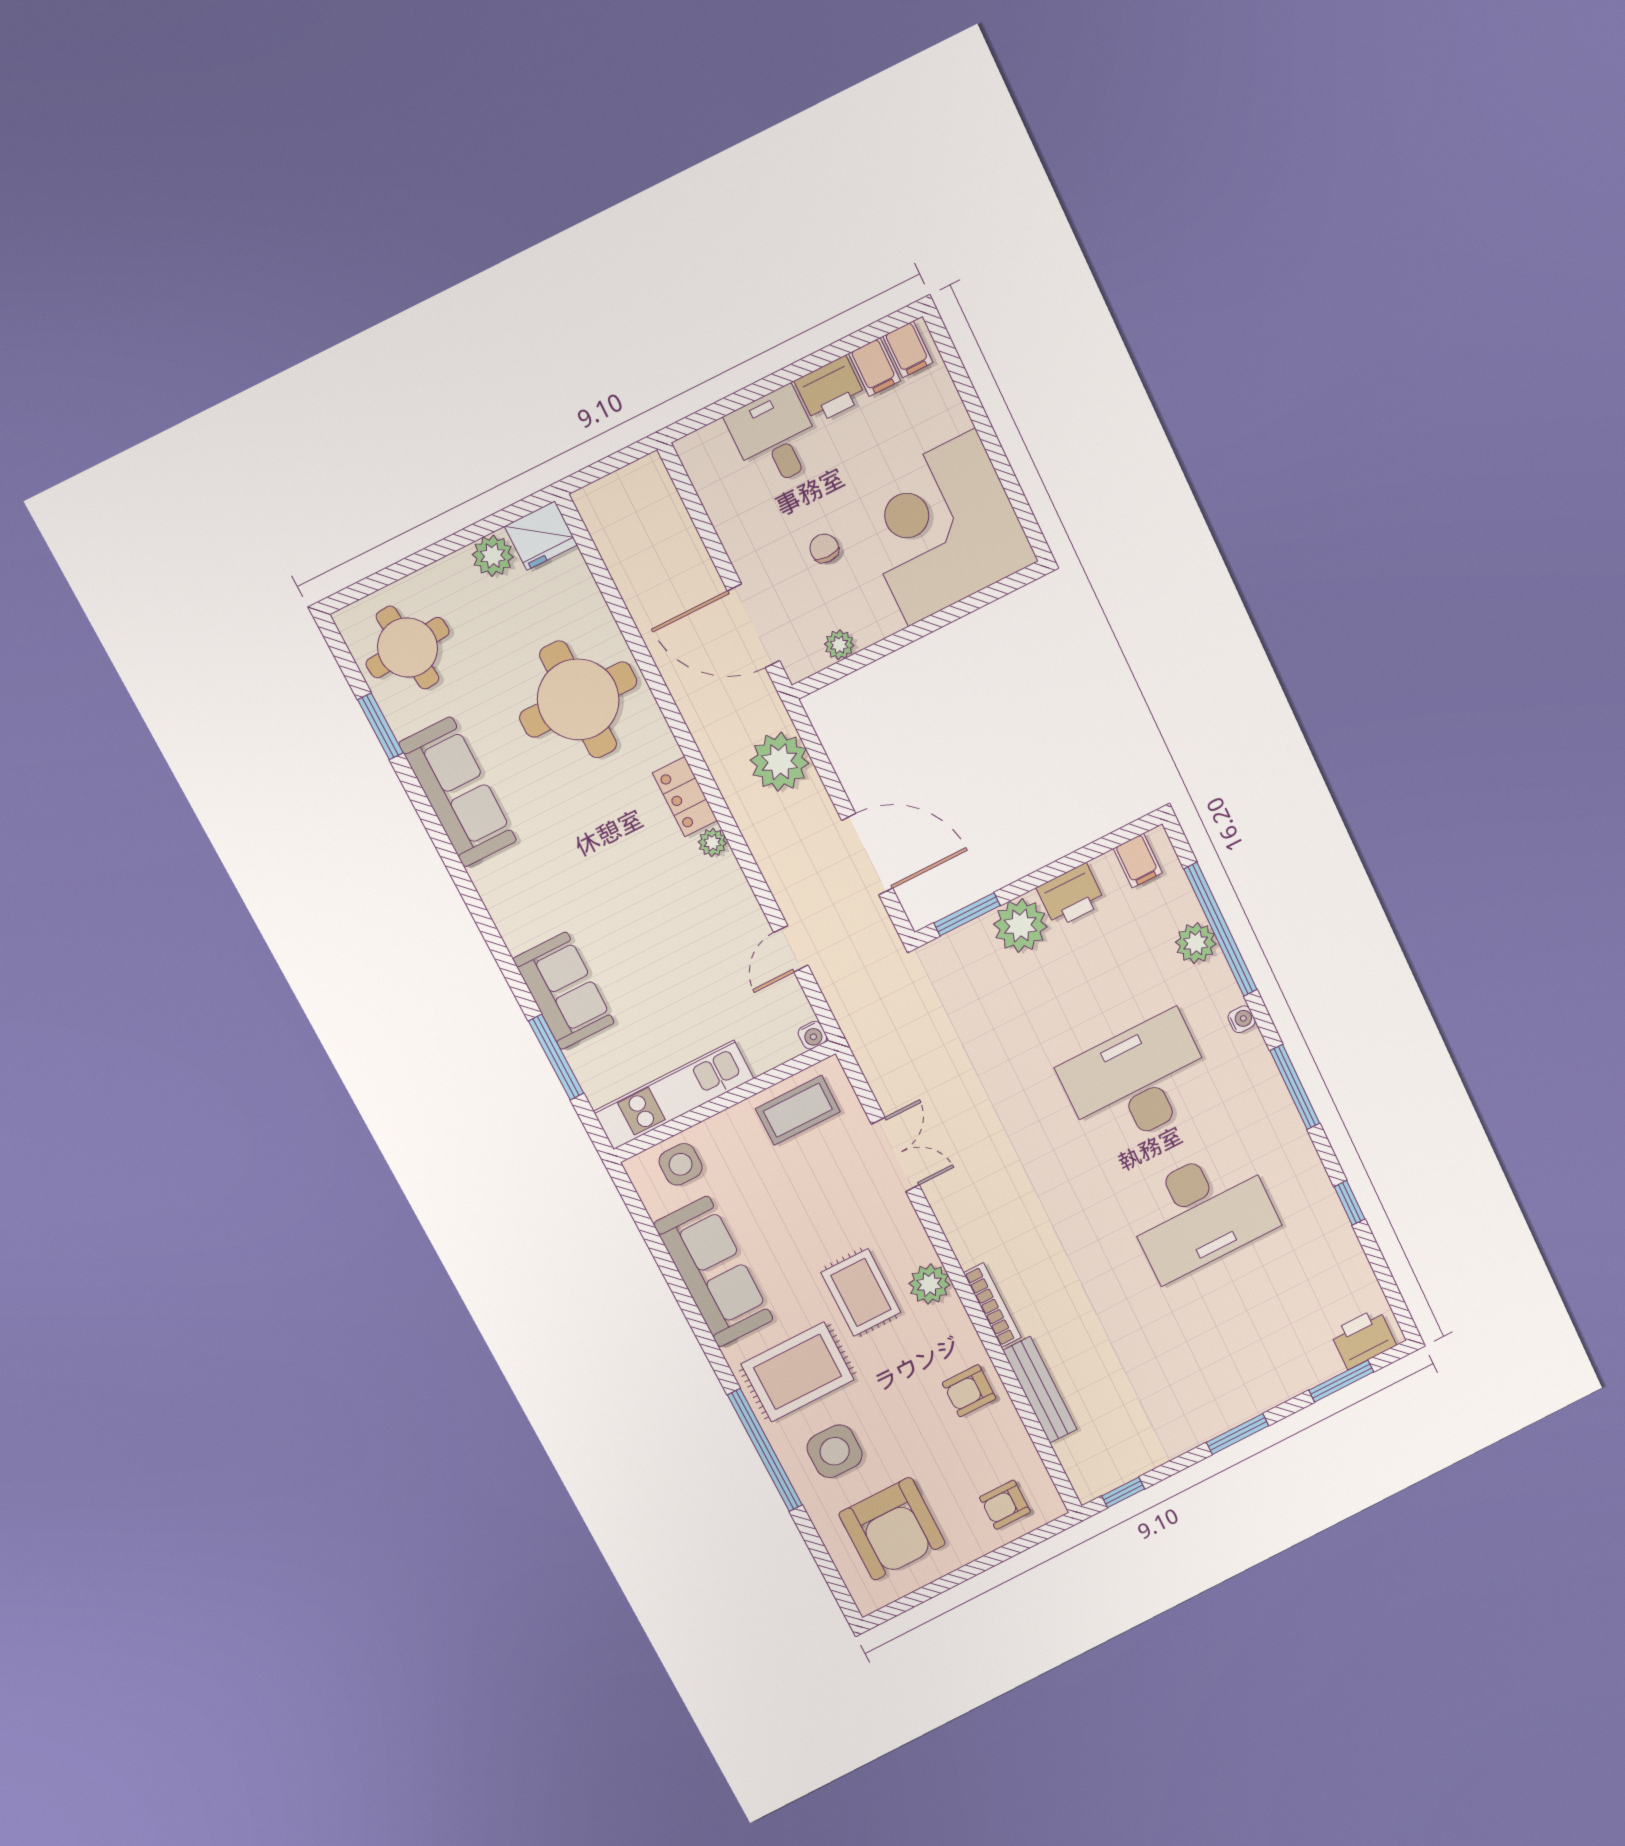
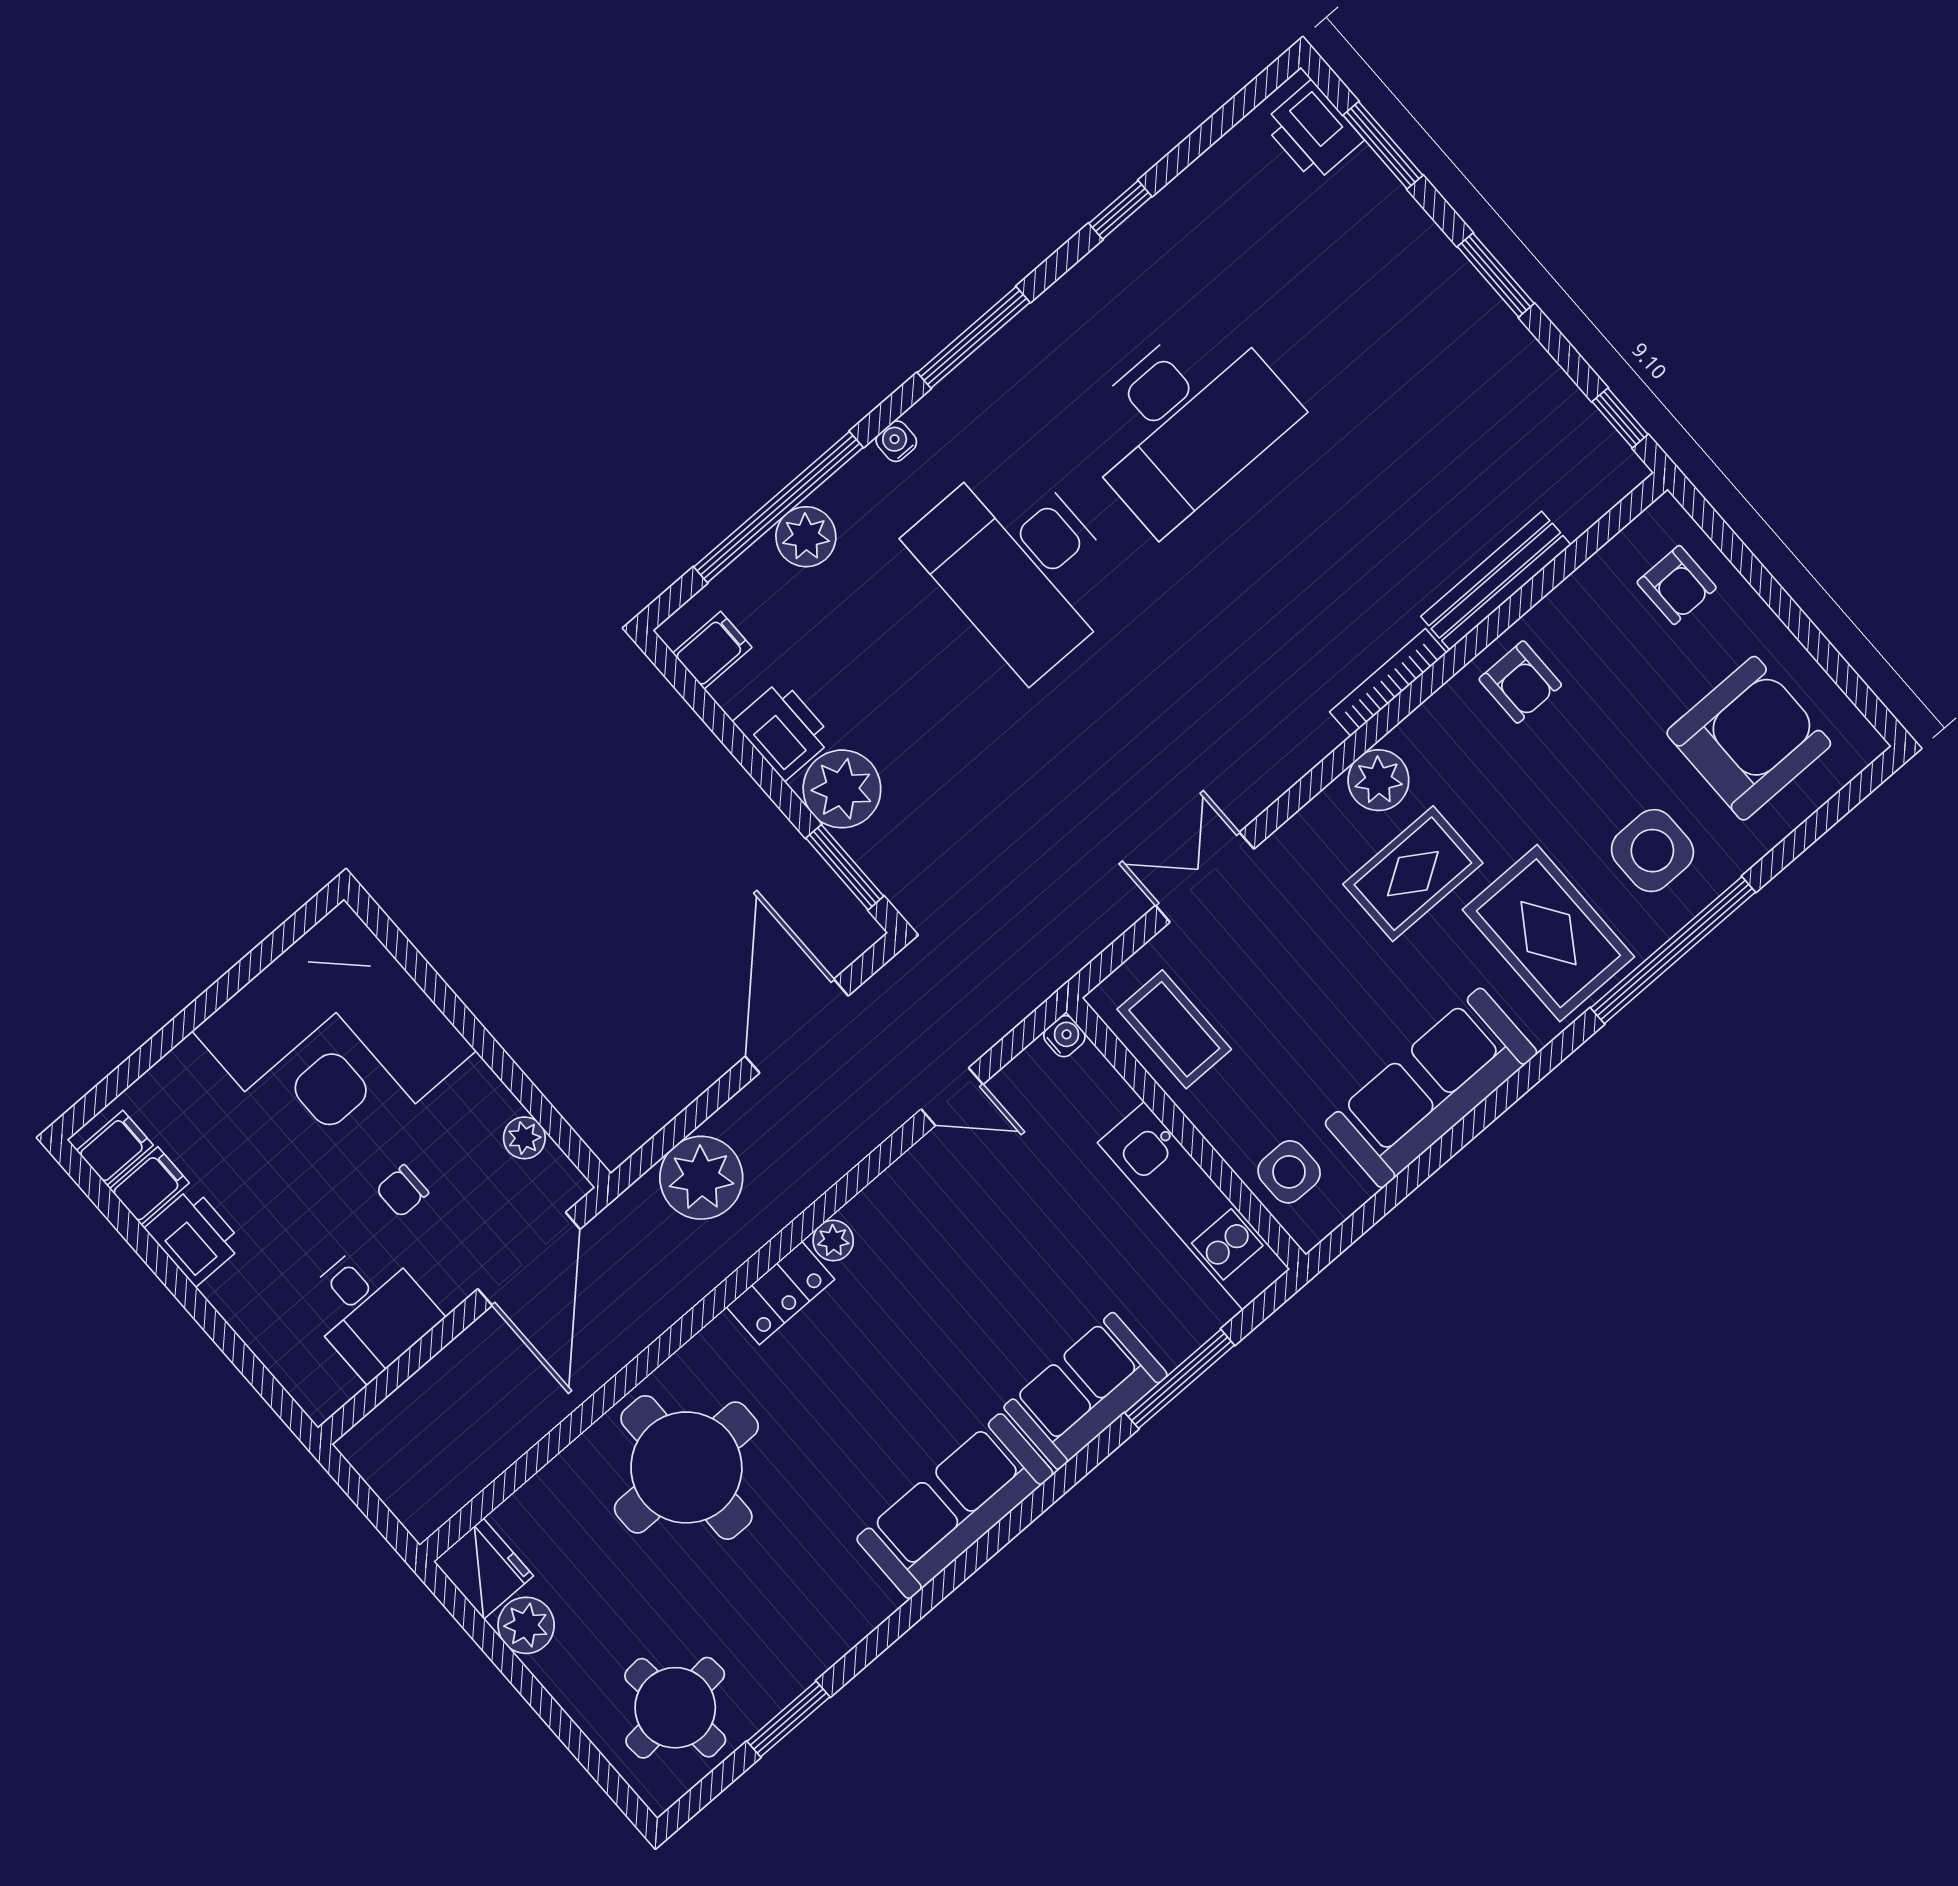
desk: (775, 437) -> (370, 1309), moved, turned -90
sofa: (458, 792) -> (955, 1506), moved
desk: (1201, 1212) -> (1185, 421), turned 90

